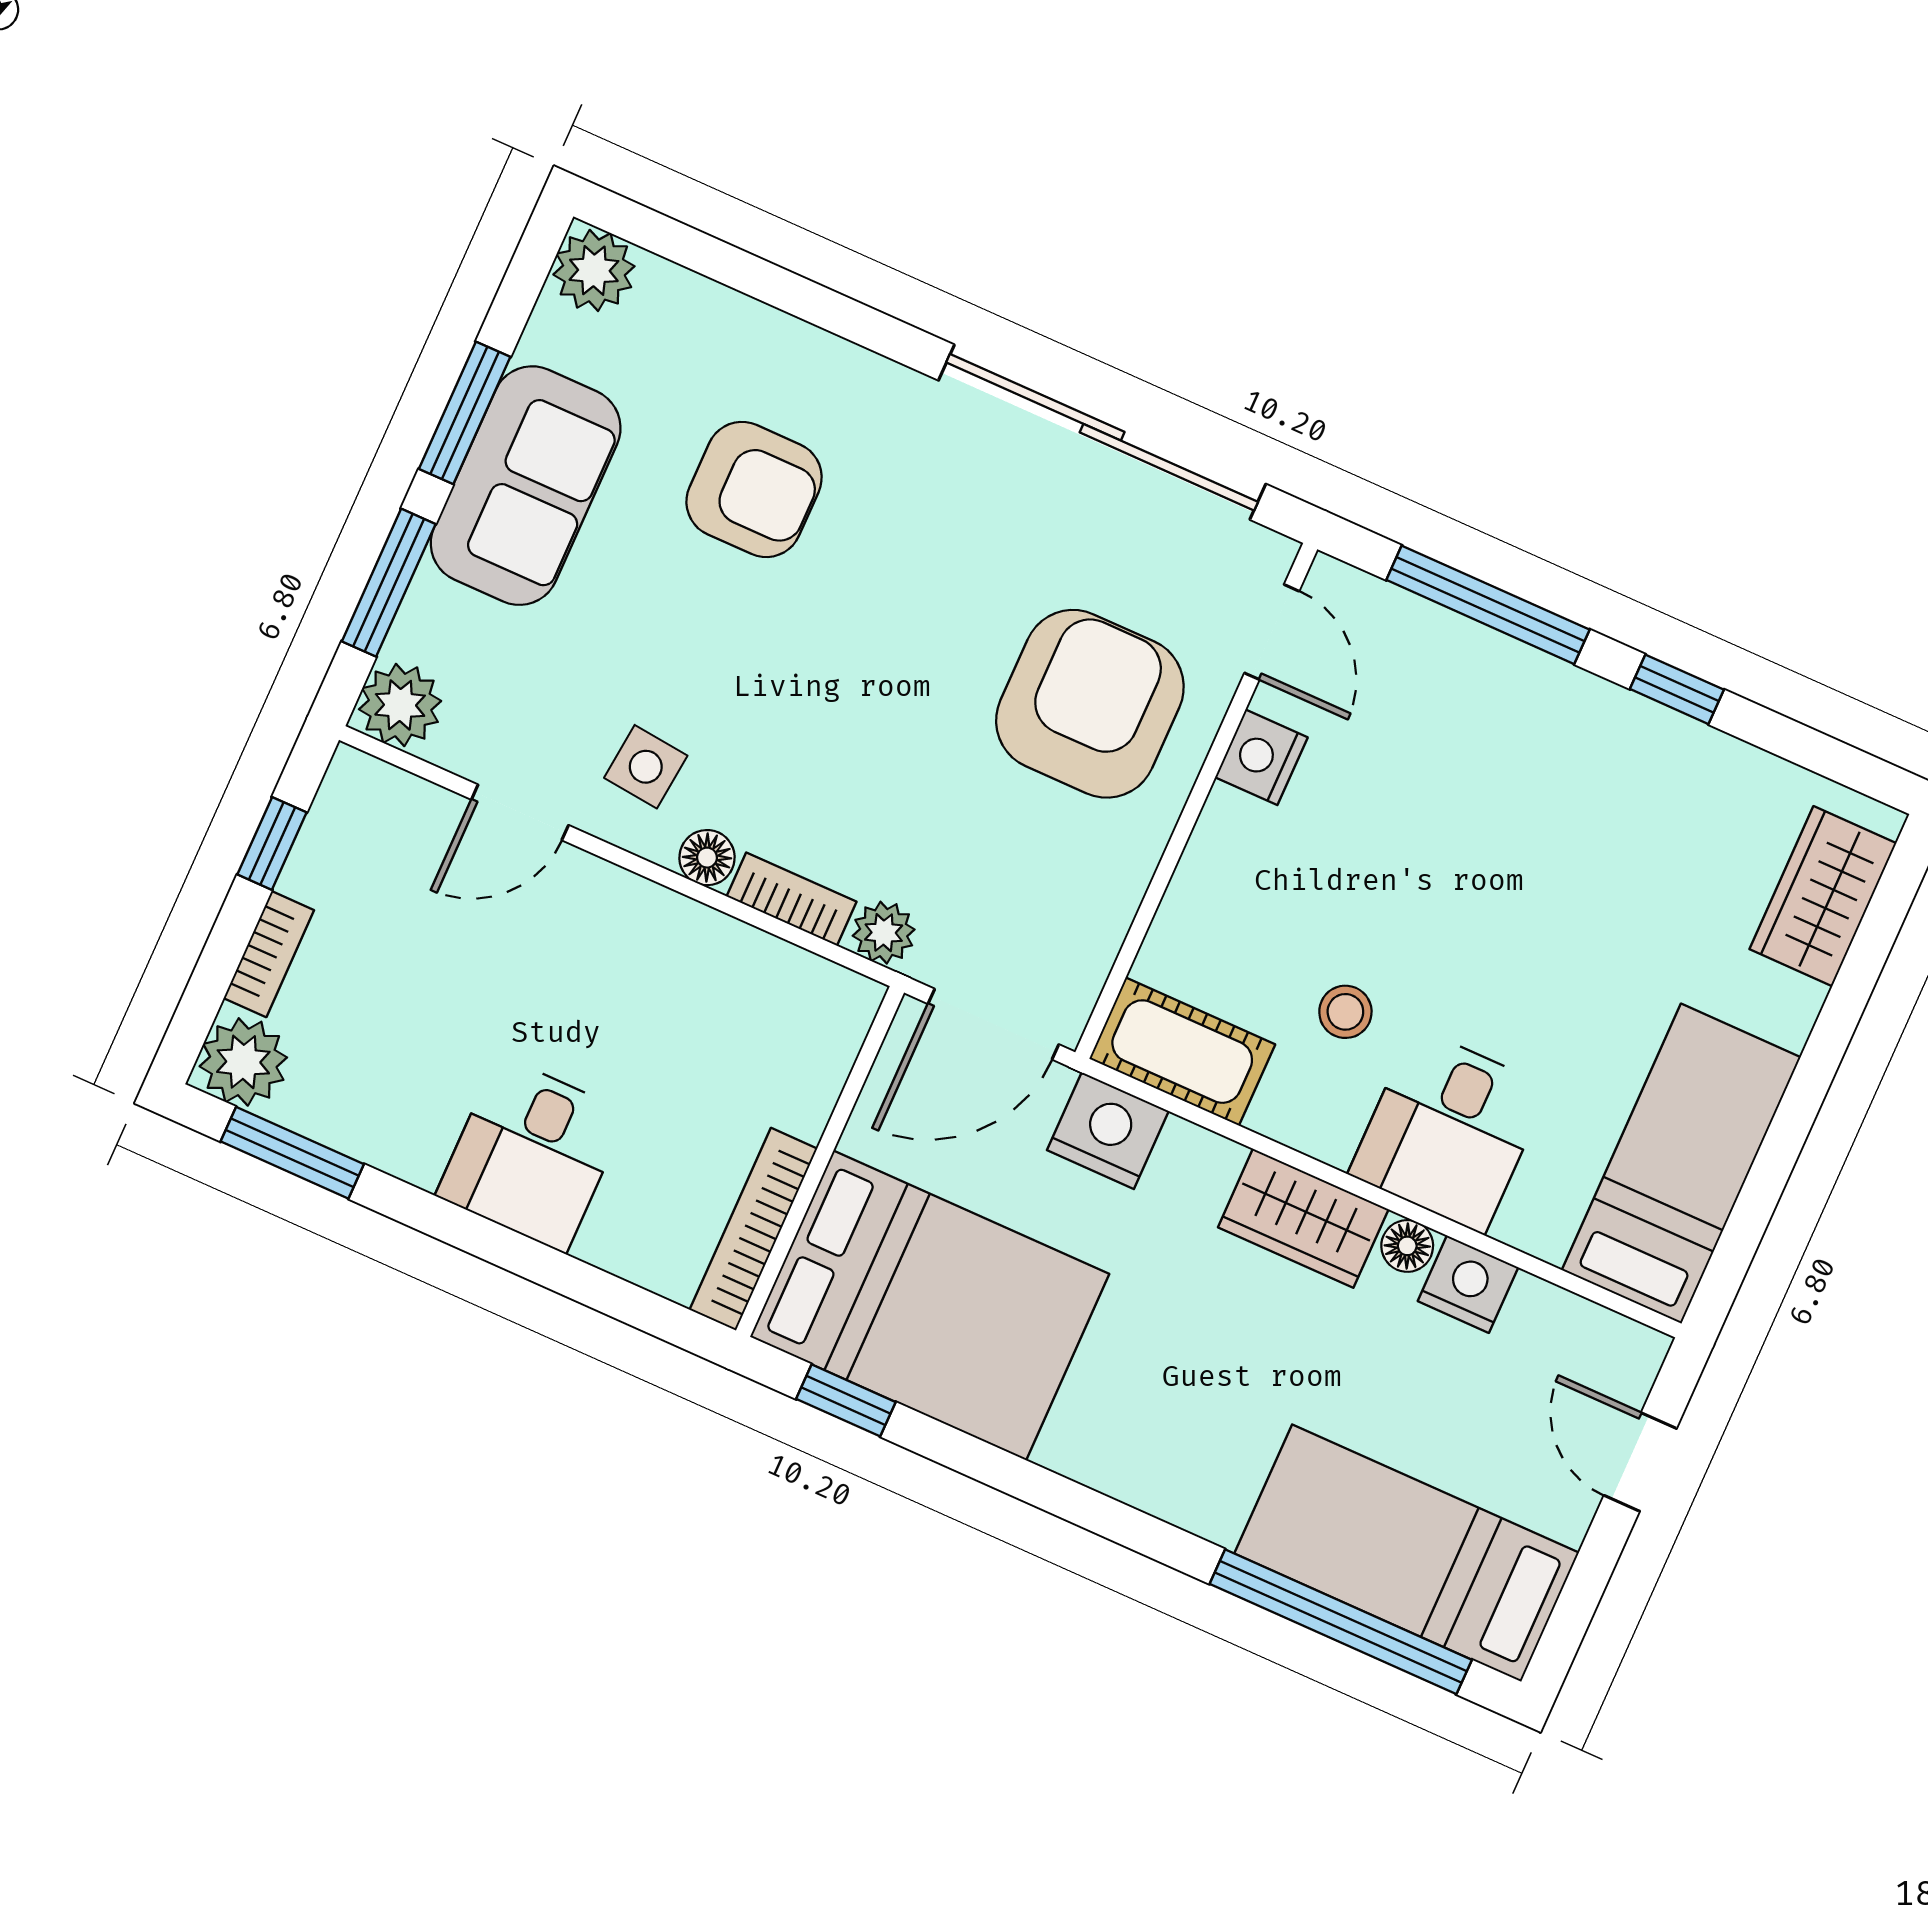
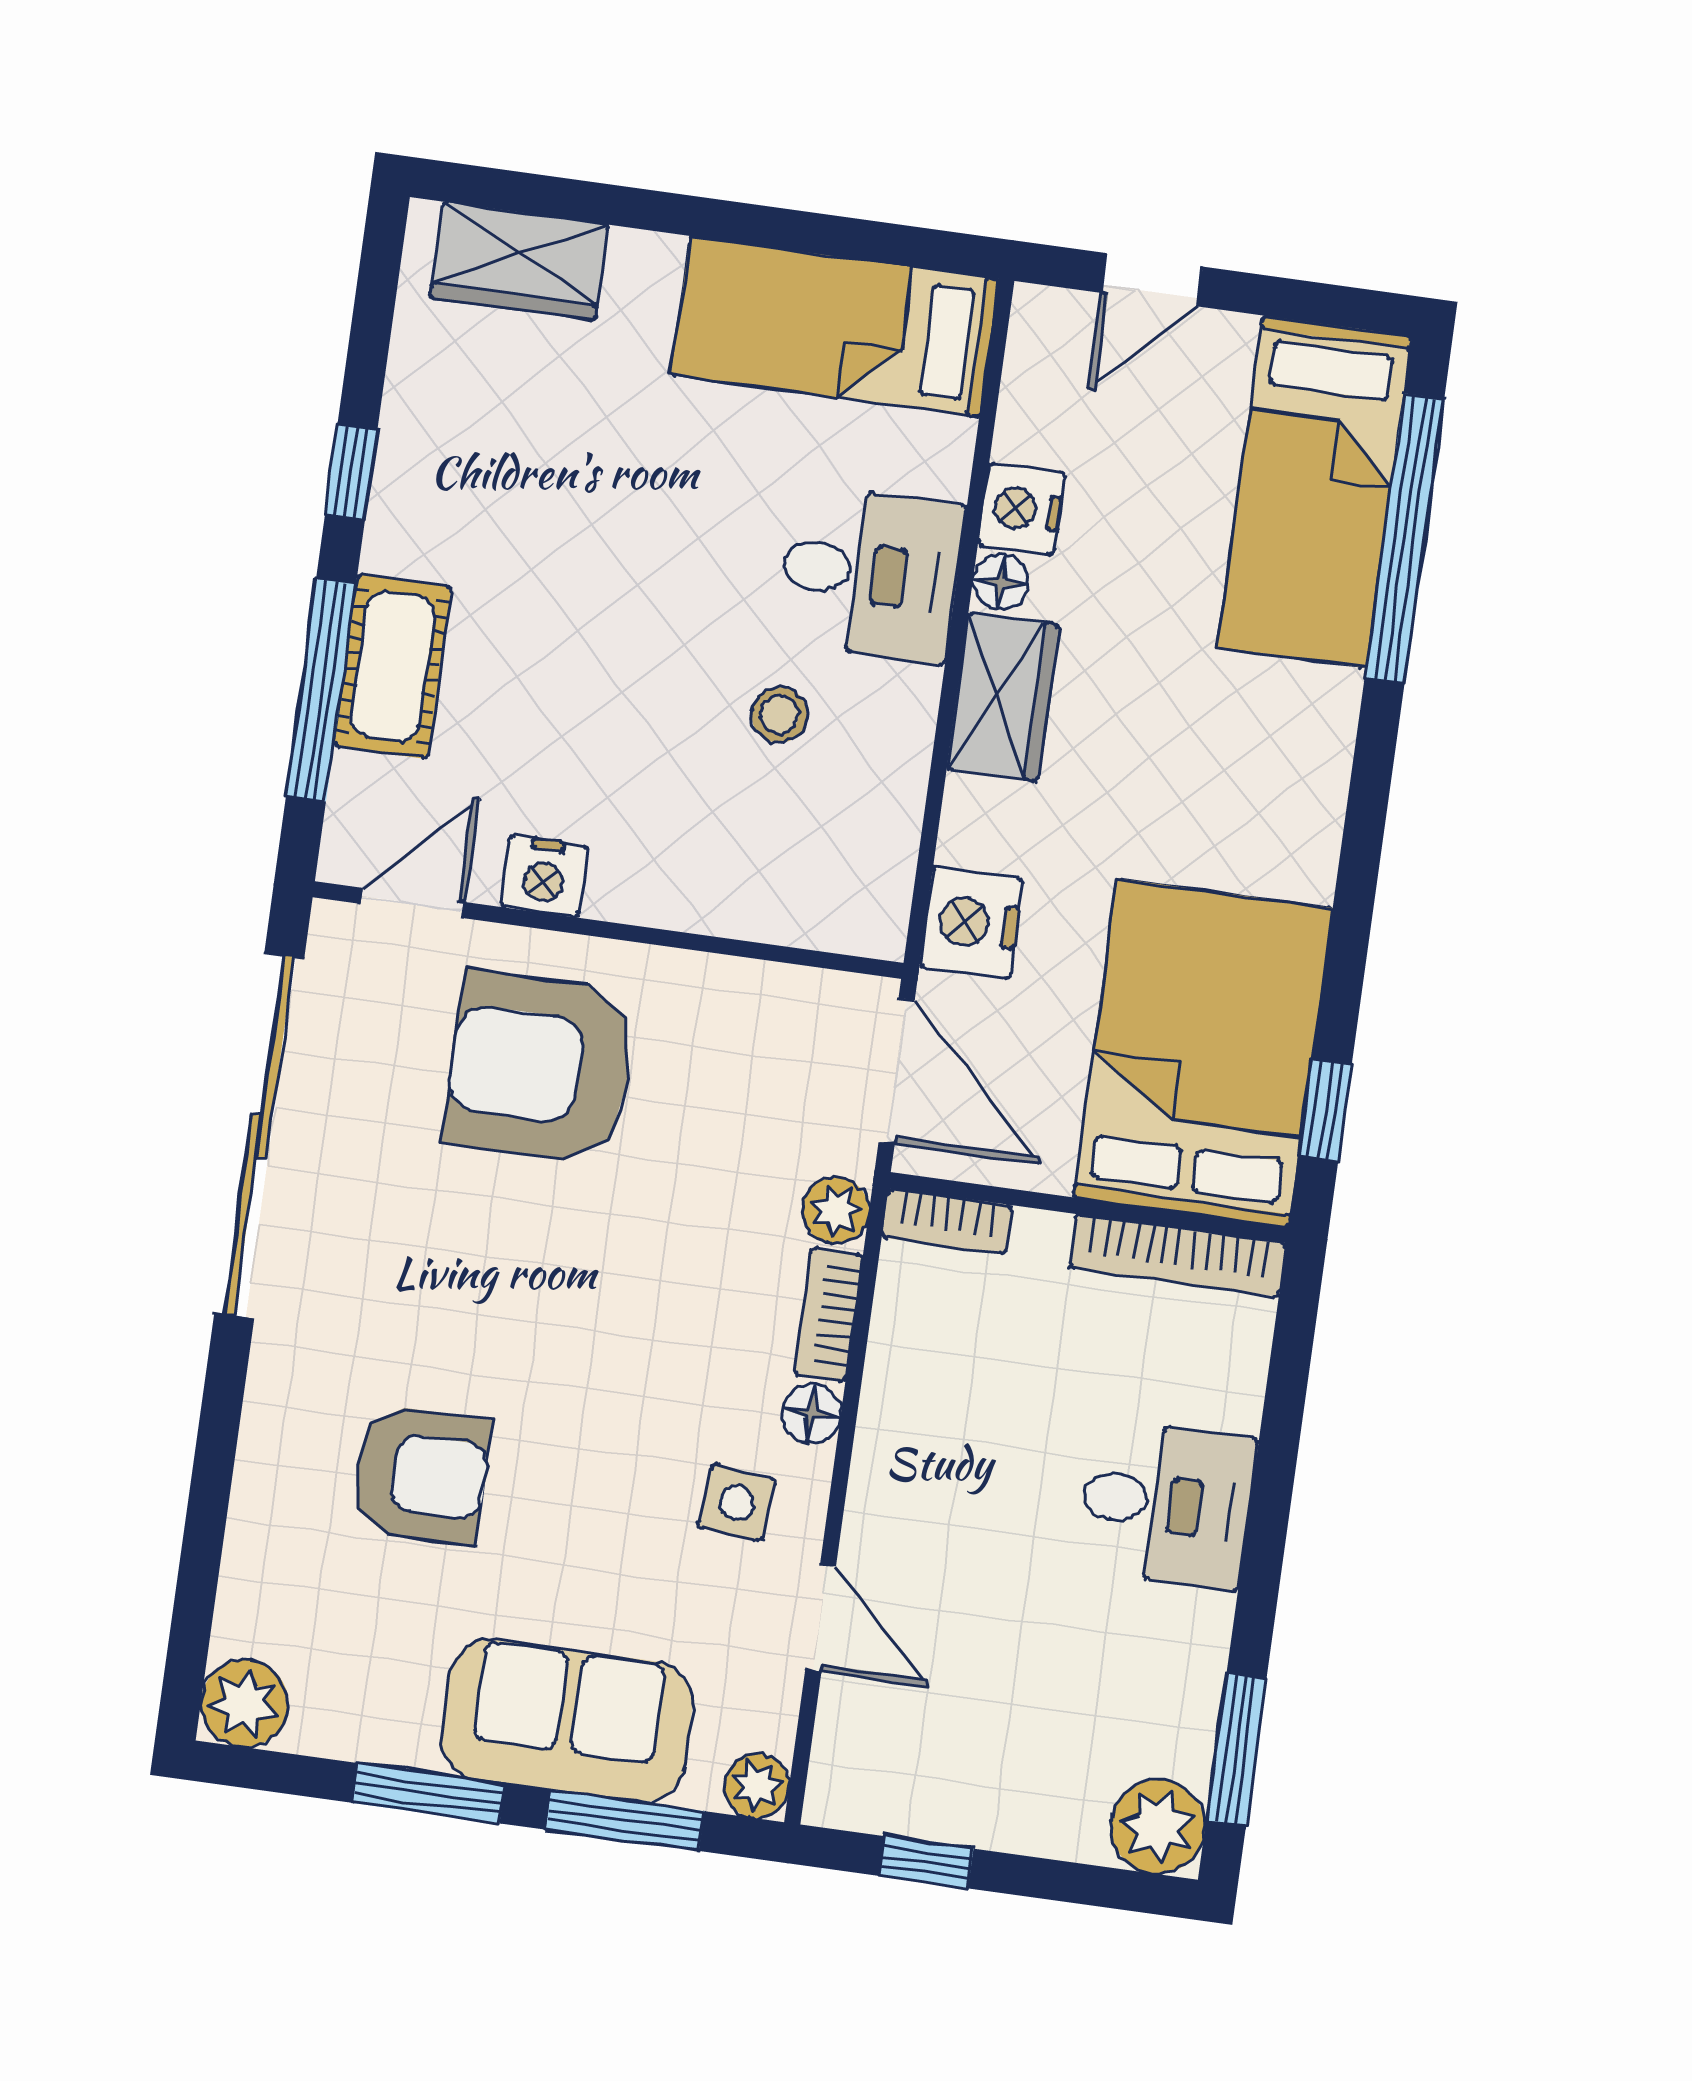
sofa: (526, 486) -> (567, 1721), moved
armchair: (754, 489) -> (421, 1475), turned 90
plant: (400, 705) -> (757, 1786), width x0.73, depth x0.73
bookcase: (269, 954) -> (947, 1221), moved, turned 180
cot: (1182, 1052) -> (393, 666), moved

